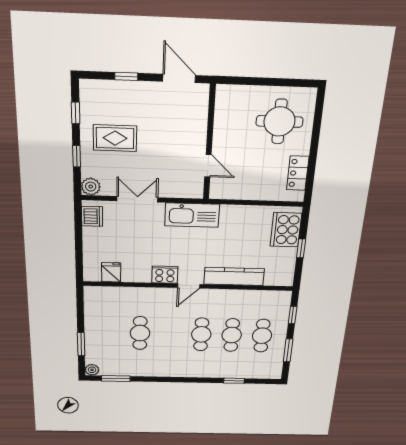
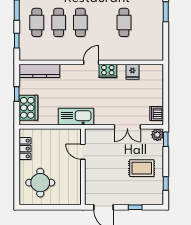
window: (77, 156) -> (166, 139), moved
kitchen sink: (192, 215) -> (76, 117), moved
fridge: (111, 272) -> (132, 72), moved
kitchen counter: (234, 276) -> (39, 71), moved

